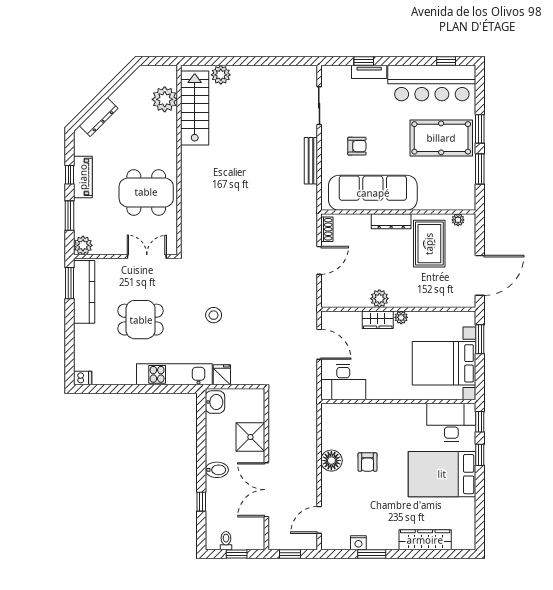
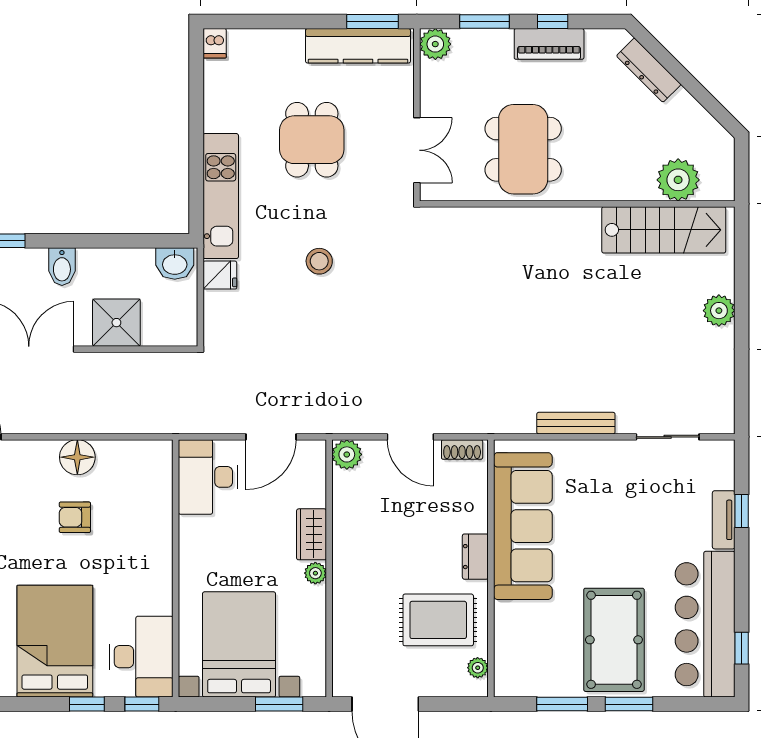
plant: (221, 75) -> (719, 311), moved
armchair: (357, 146) -> (600, 500), removed
dresser: (391, 221) -> (475, 557), width x0.70
plant: (379, 299) -> (347, 454), moved

